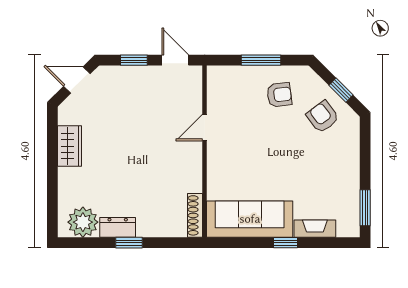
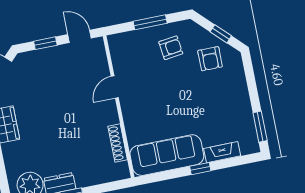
armchair: (323, 117) -> (210, 59), turned -143
shoe rack: (195, 215) -> (118, 143), moved

